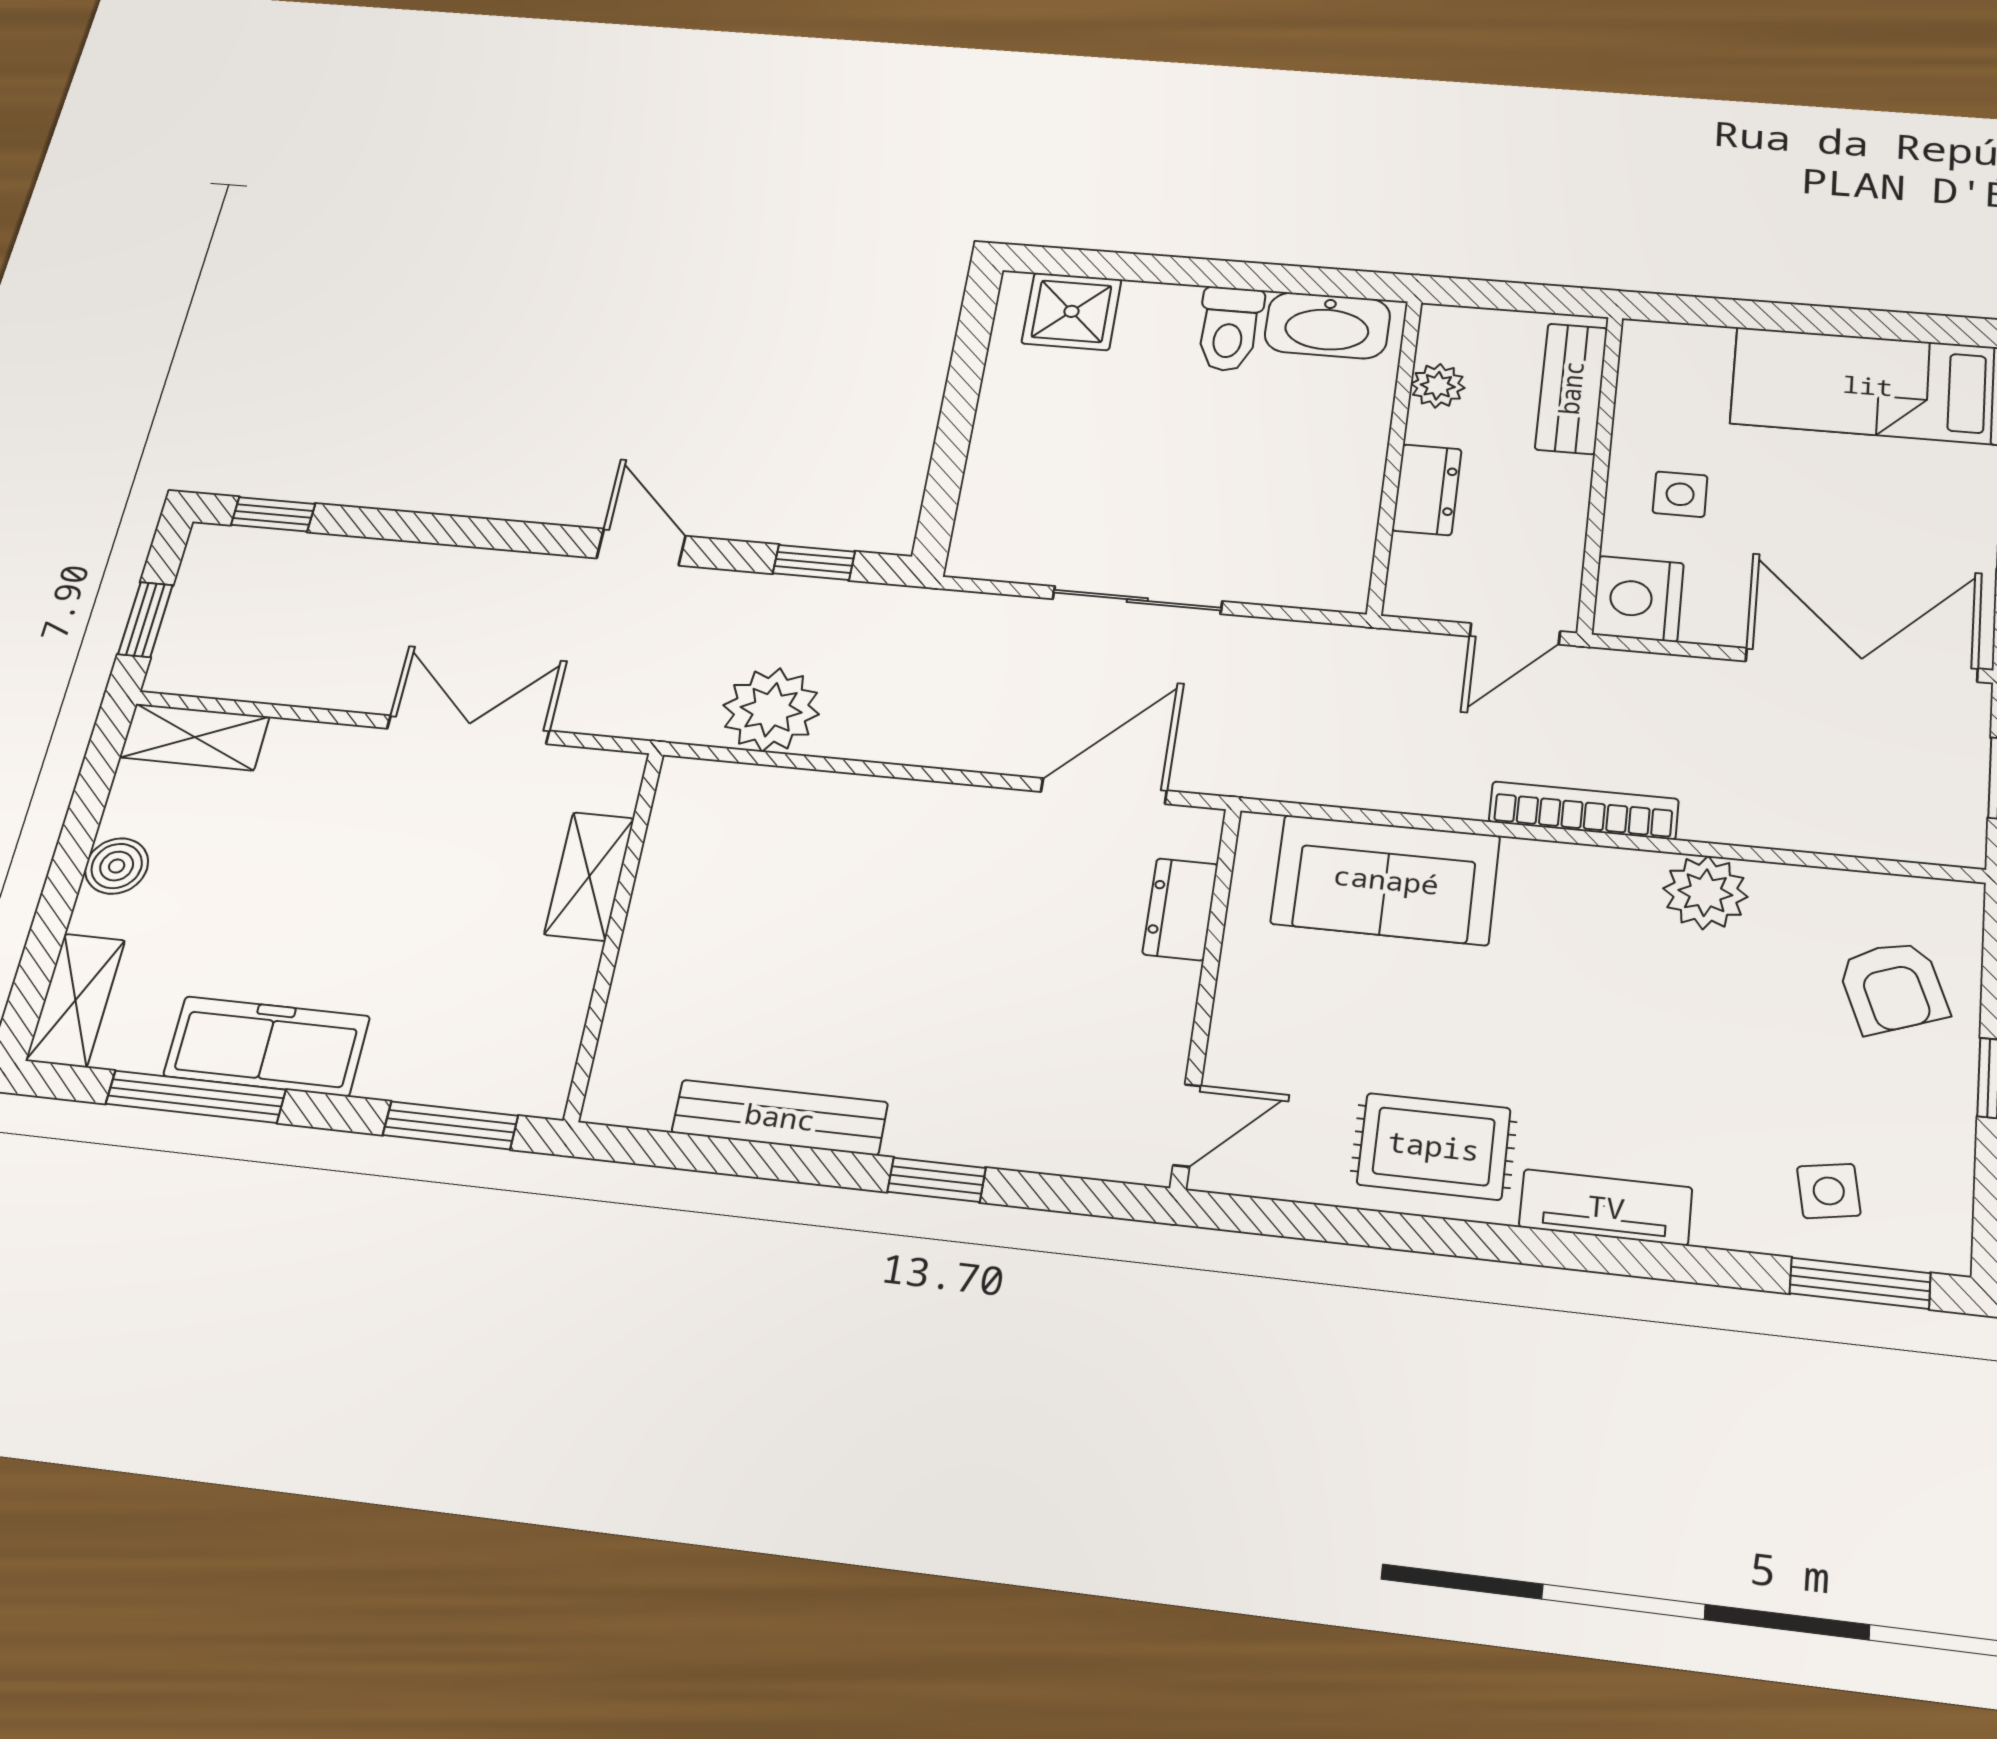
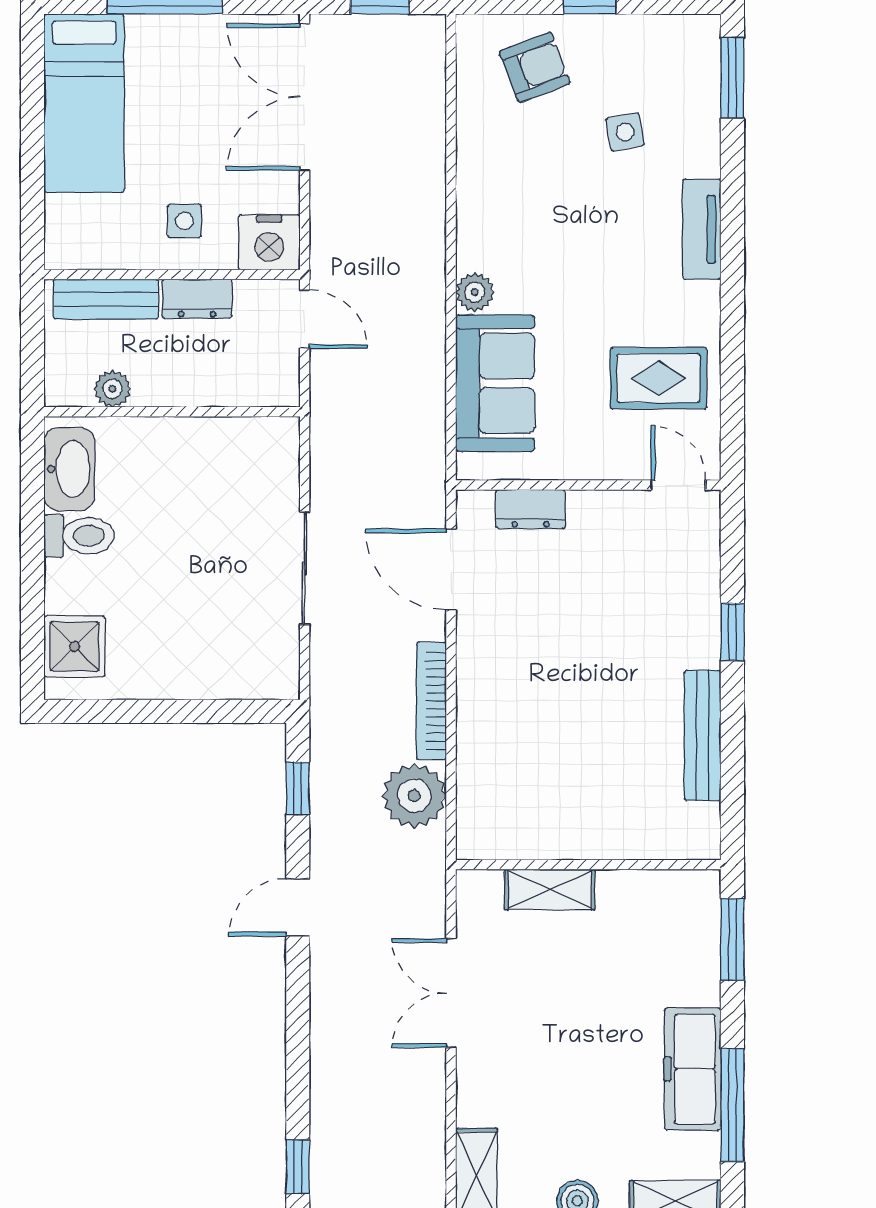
dresser: (1427, 490) -> (197, 299), moved, turned 180
bookcase: (1584, 810) -> (431, 701), moved
plant: (1705, 893) -> (475, 292), moved, width x0.73, depth x0.73
rug: (1434, 1146) -> (659, 378), moved, turned 90
side table: (1829, 1191) -> (625, 132), moved

